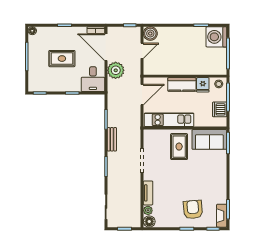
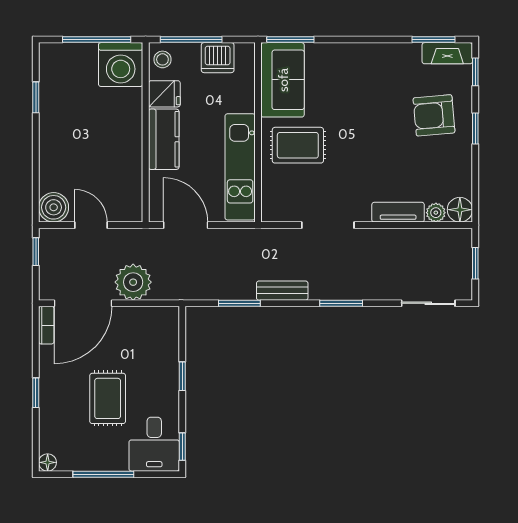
washing machine: (216, 37) -> (121, 65), moved
desk: (93, 79) -> (154, 444), moved, turned 90

